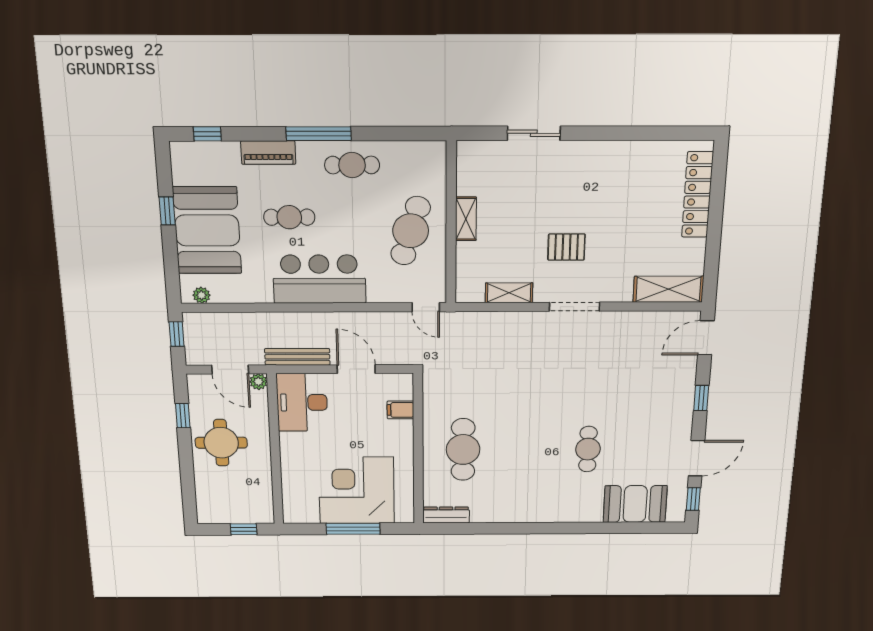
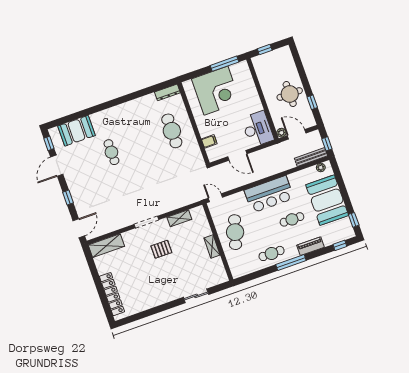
window: (167, 211) -> (354, 220), moved
bench: (297, 357) -> (311, 157), moved
window: (353, 529) -> (225, 64), moved

